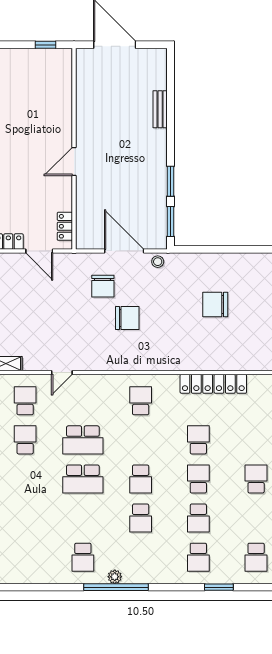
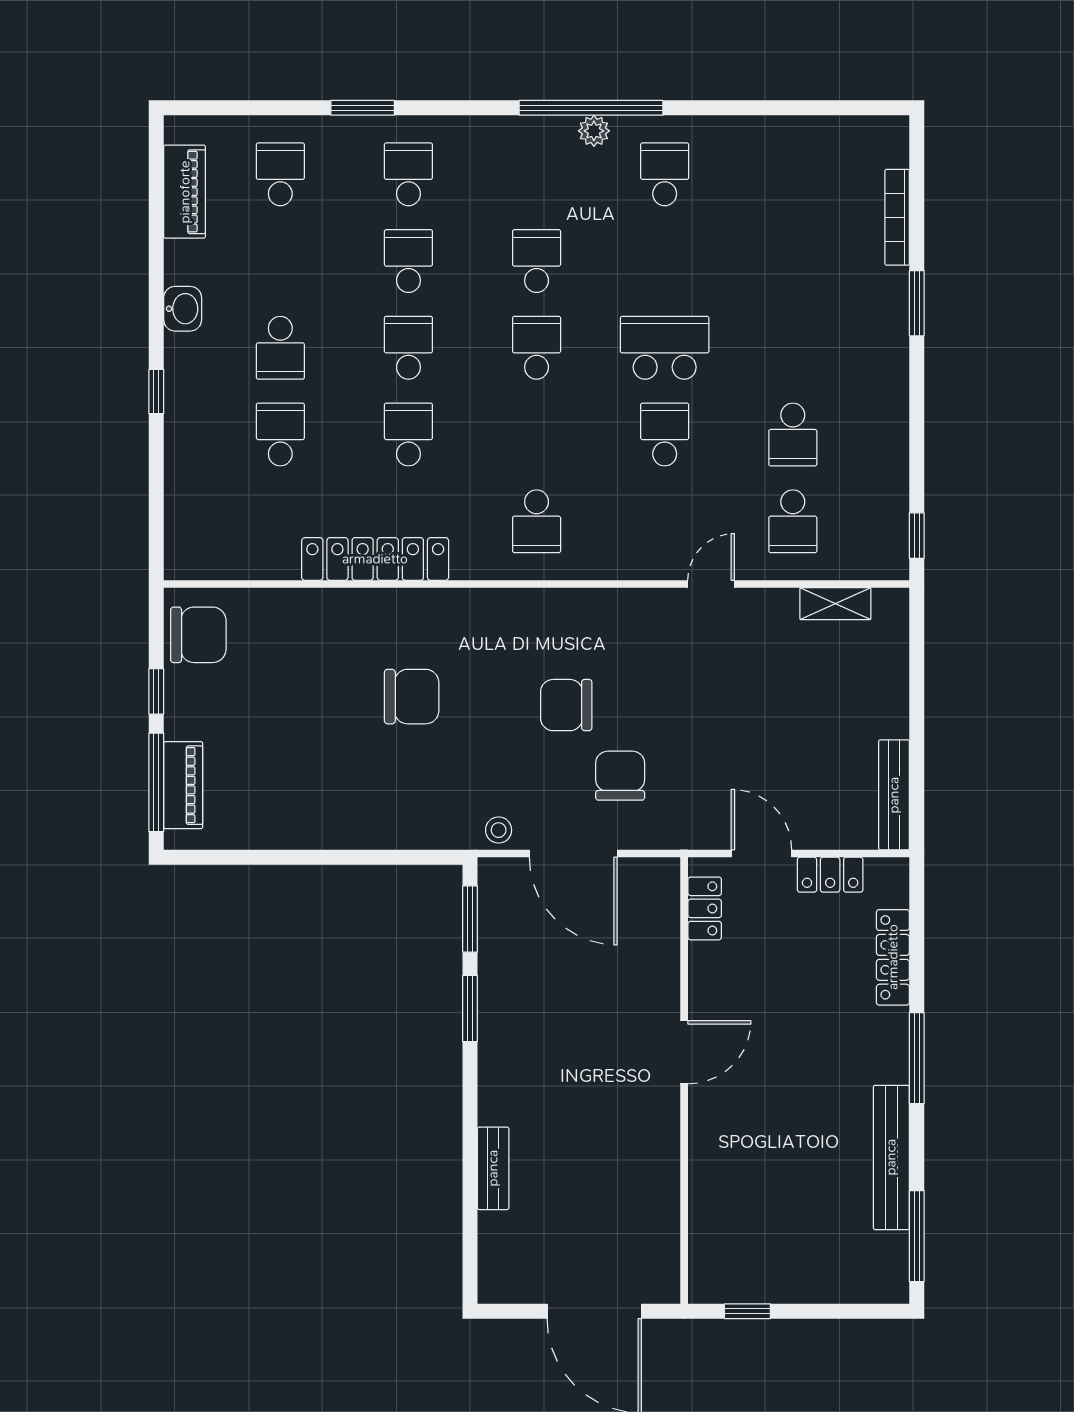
chair: (215, 305) -> (412, 697), moved
school desk: (83, 440) -> (665, 435), width x0.54
school desk: (198, 440) -> (408, 435), turned 180
school desk: (256, 440) -> (280, 435), added
school desk: (198, 479) -> (408, 348), turned 180

